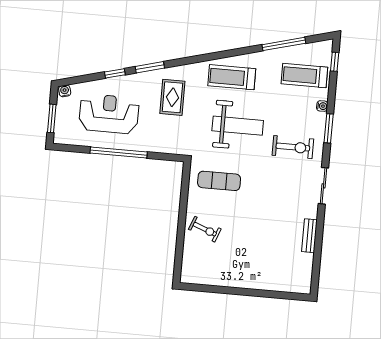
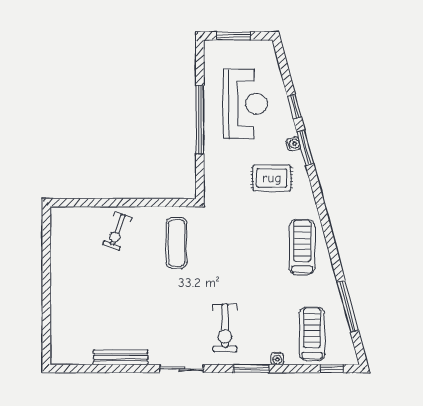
water cooler: (65, 91) -> (293, 144), moved
weight bench: (238, 126) -> (245, 259), removed
bench: (309, 236) -> (121, 357), width x1.36

